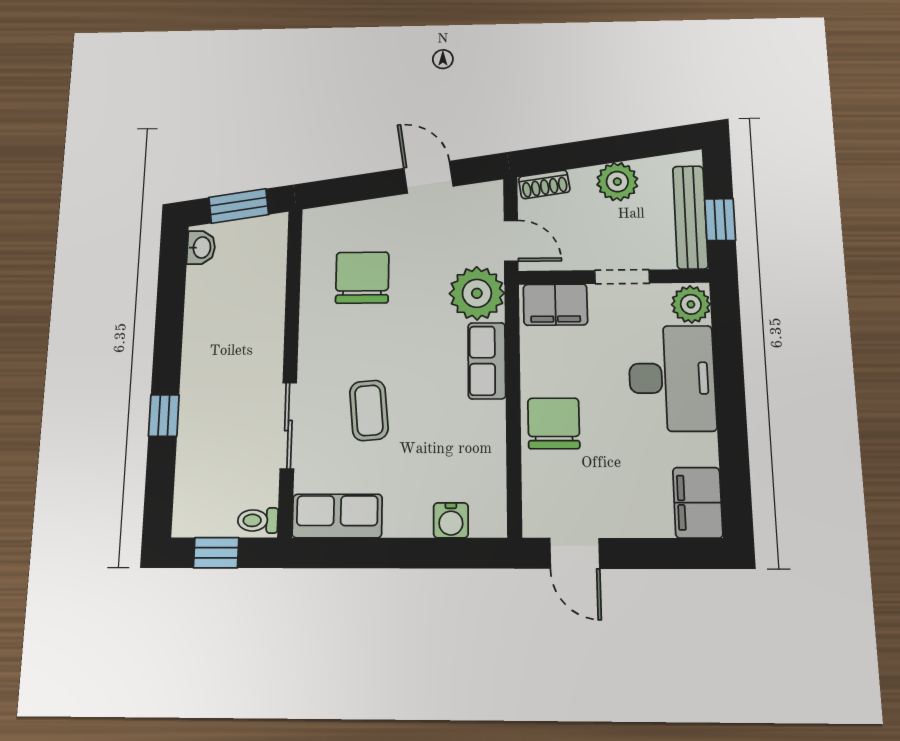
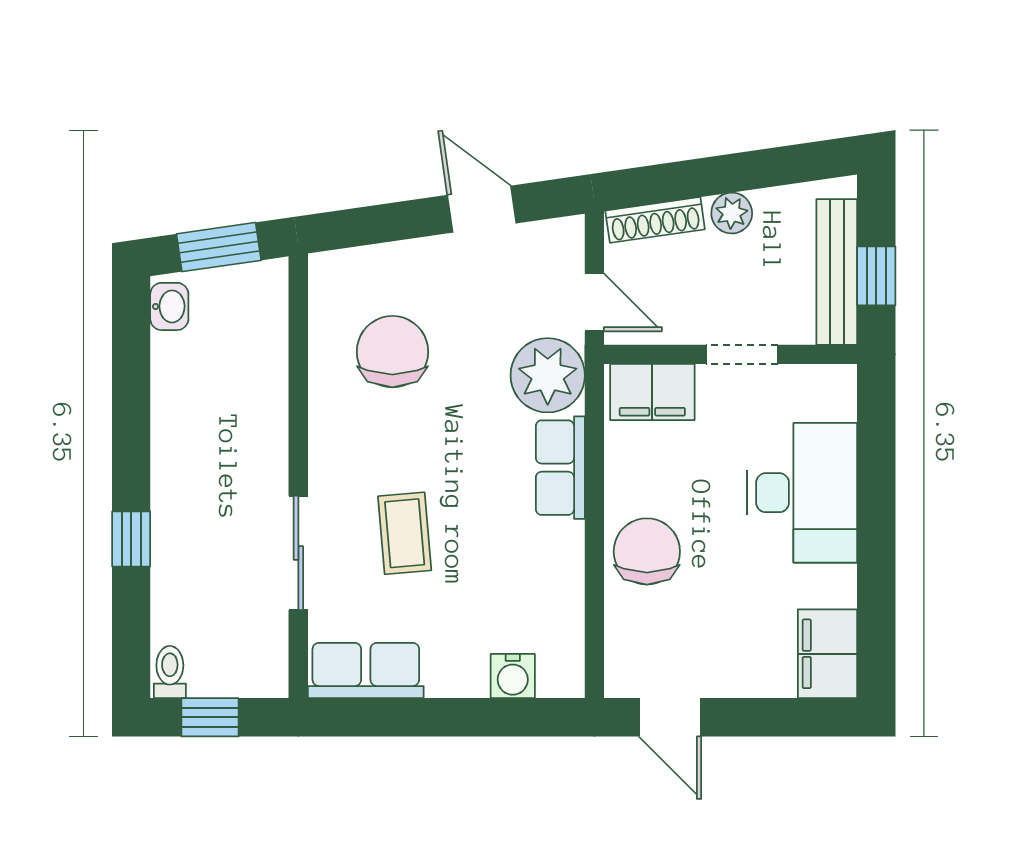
plant: (617, 182) -> (732, 213), width x0.73, depth x0.73
shoe rack: (544, 184) -> (655, 220), width x1.43
plant: (691, 304) -> (831, 393), removed
toilet: (258, 520) -> (170, 672), moved, turned 90

